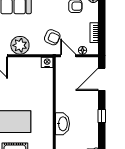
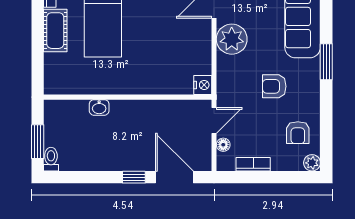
armchair: (52, 37) -> (274, 86), moved, turned 66
window: (102, 116) -> (134, 177), moved
washbasin: (63, 124) -> (99, 107), width x0.52, depth x0.69

